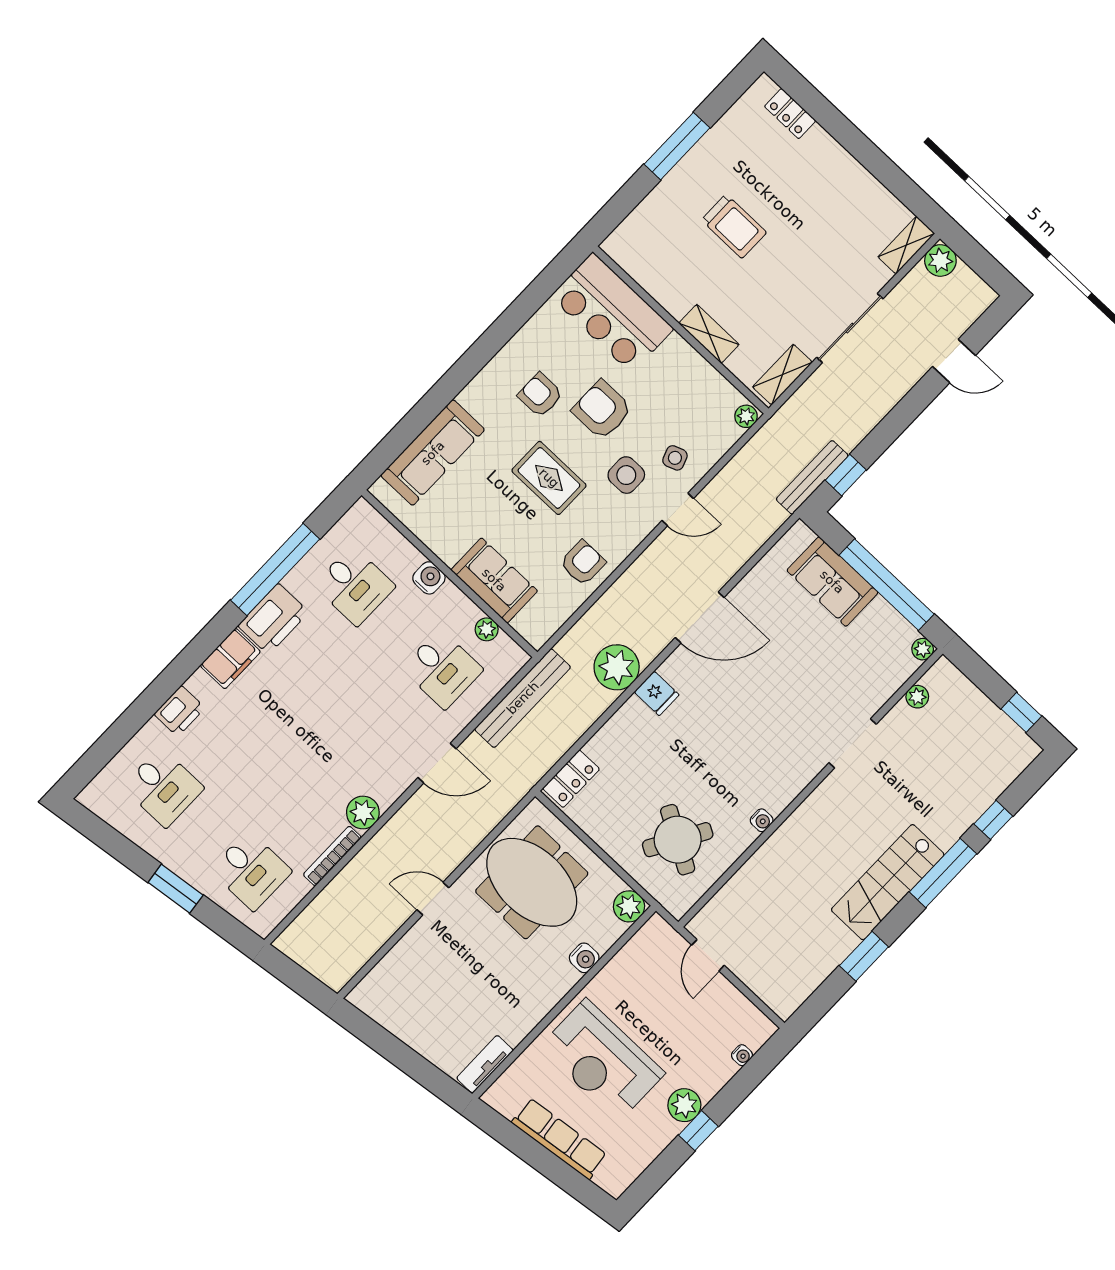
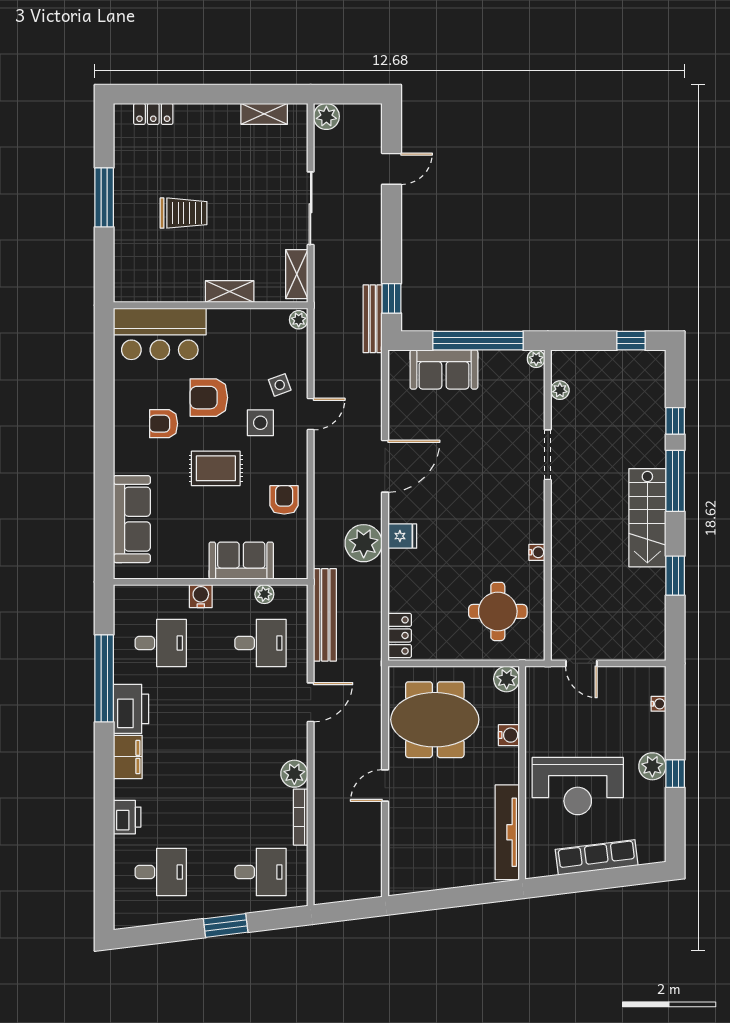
shelving: (906, 245) -> (264, 114), moved, turned 90
round table: (678, 840) -> (498, 611), turned -30
tv unit: (485, 1064) -> (507, 832), width x1.92, depth x1.29

